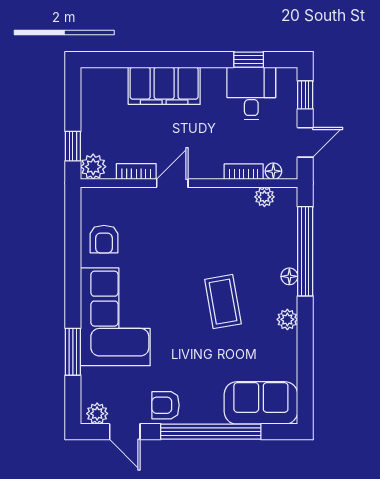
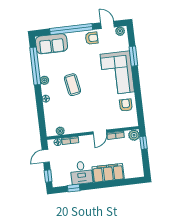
desk: (251, 93) -> (81, 173), moved
window: (305, 251) -> (35, 66), moved

